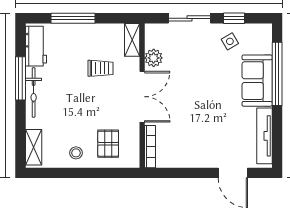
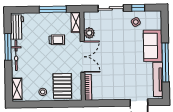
window: (73, 18) -> (53, 9), moved
window: (277, 74) -> (165, 62), moved
pallet: (108, 144) -> (62, 86), width x1.50, depth x1.42

